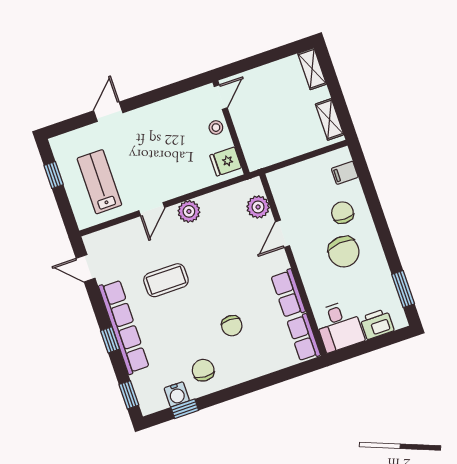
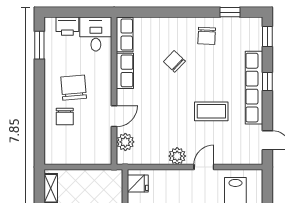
filing cabinet: (345, 173) -> (53, 145), removed
chair: (232, 326) -> (174, 61), turned -46
water cooler: (177, 394) -> (232, 25), removed

